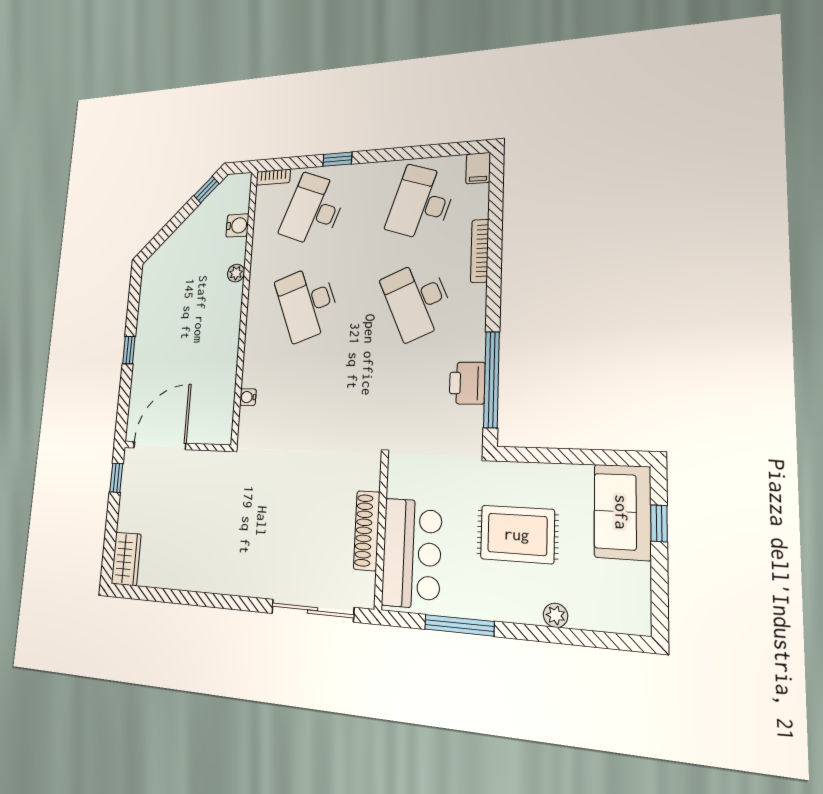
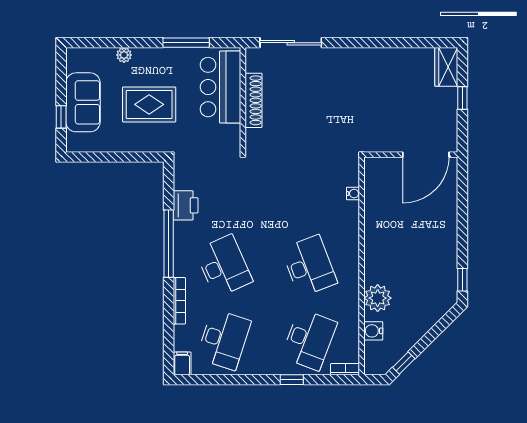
plant: (236, 273) -> (378, 298), width x1.87, depth x1.87
window: (129, 350) -> (462, 280), moved
window: (492, 380) -> (169, 244), moved
window: (116, 478) -> (462, 98), moved
sofa: (622, 512) -> (83, 102), moved

